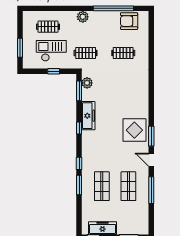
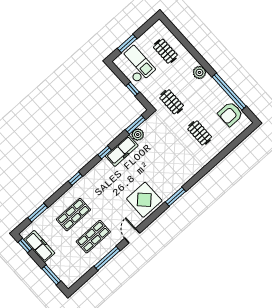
armchair: (129, 21) -> (230, 114), turned -90
checkout: (51, 51) -> (136, 65), moved
plant: (87, 83) -> (138, 135), moved
window: (151, 136) -> (176, 197), moved
window: (79, 185) -> (38, 213), moved

